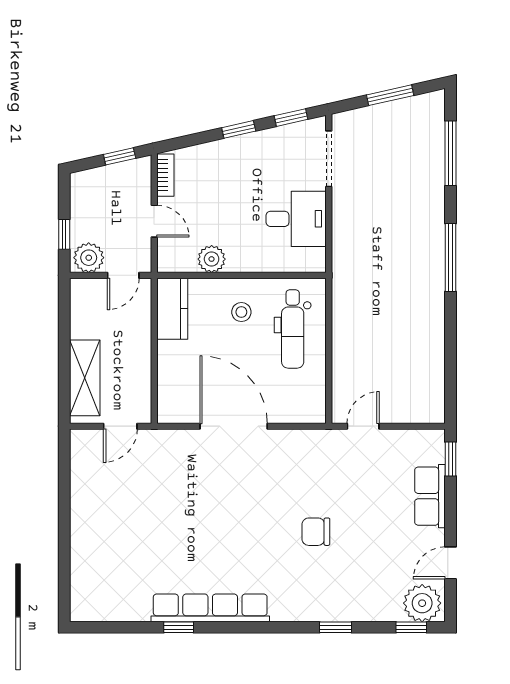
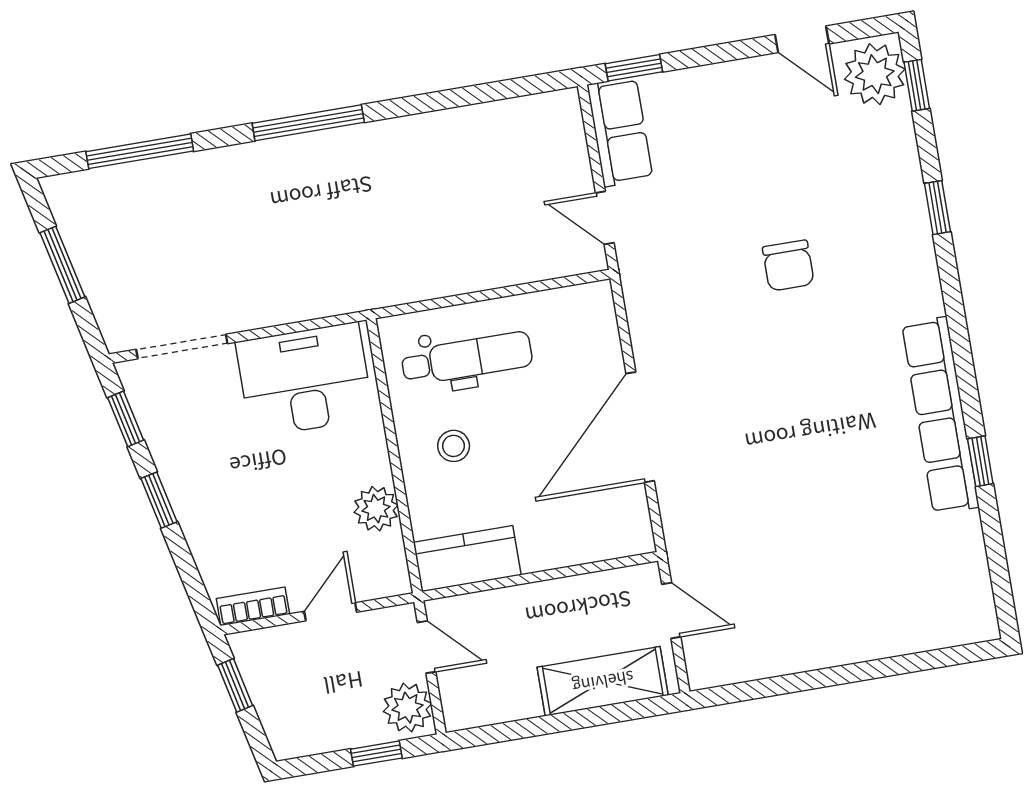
desk: (296, 219) -> (305, 380), width x1.37
row of seats: (430, 496) -> (620, 132), moved, turned -90

